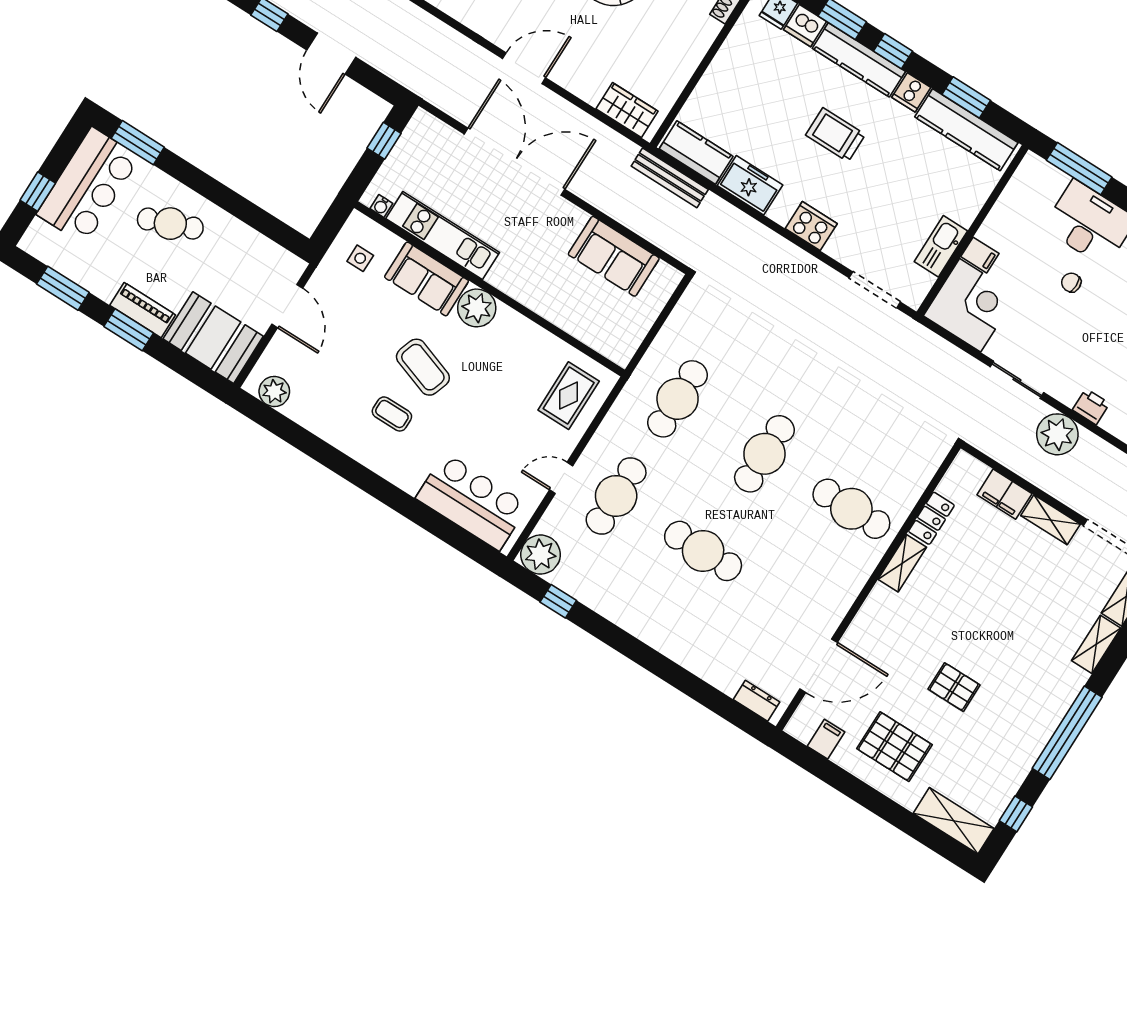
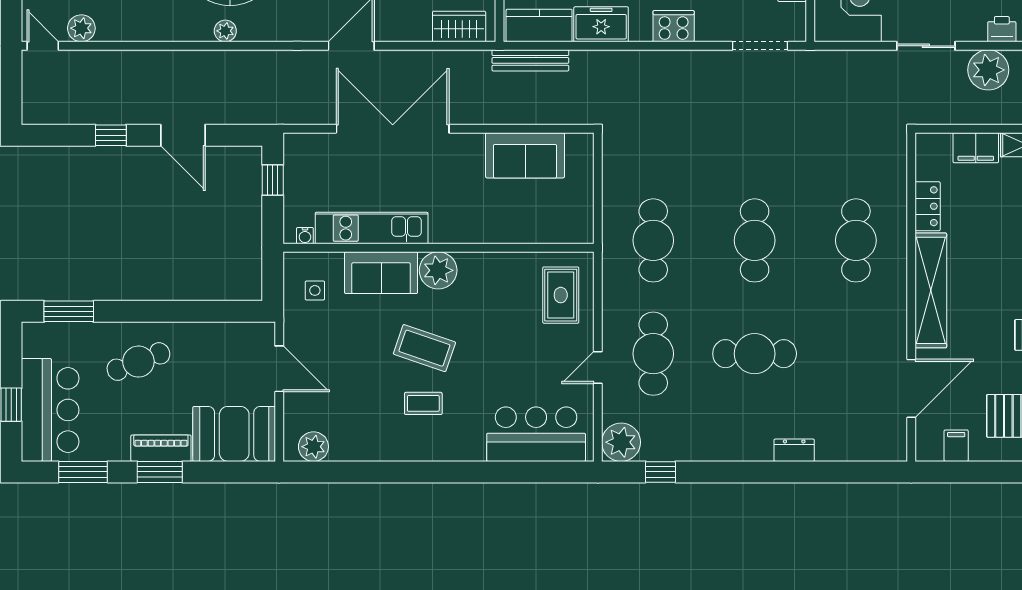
bar counter: (88, 186) -> (50, 410), moved
cafe table: (851, 509) -> (856, 240), turned 90
shelving: (902, 563) -> (931, 290), width x2.20, depth x1.33
dresser: (757, 701) -> (794, 450), moved

